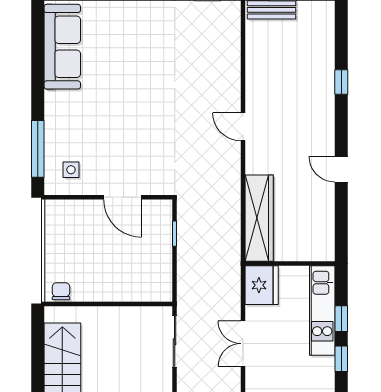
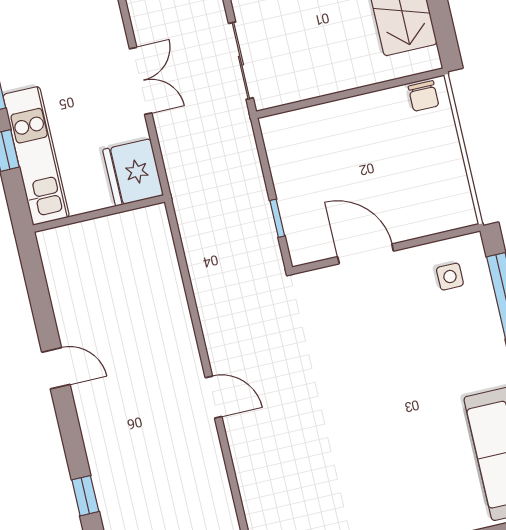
wardrobe: (259, 218) -> (159, 269), removed

